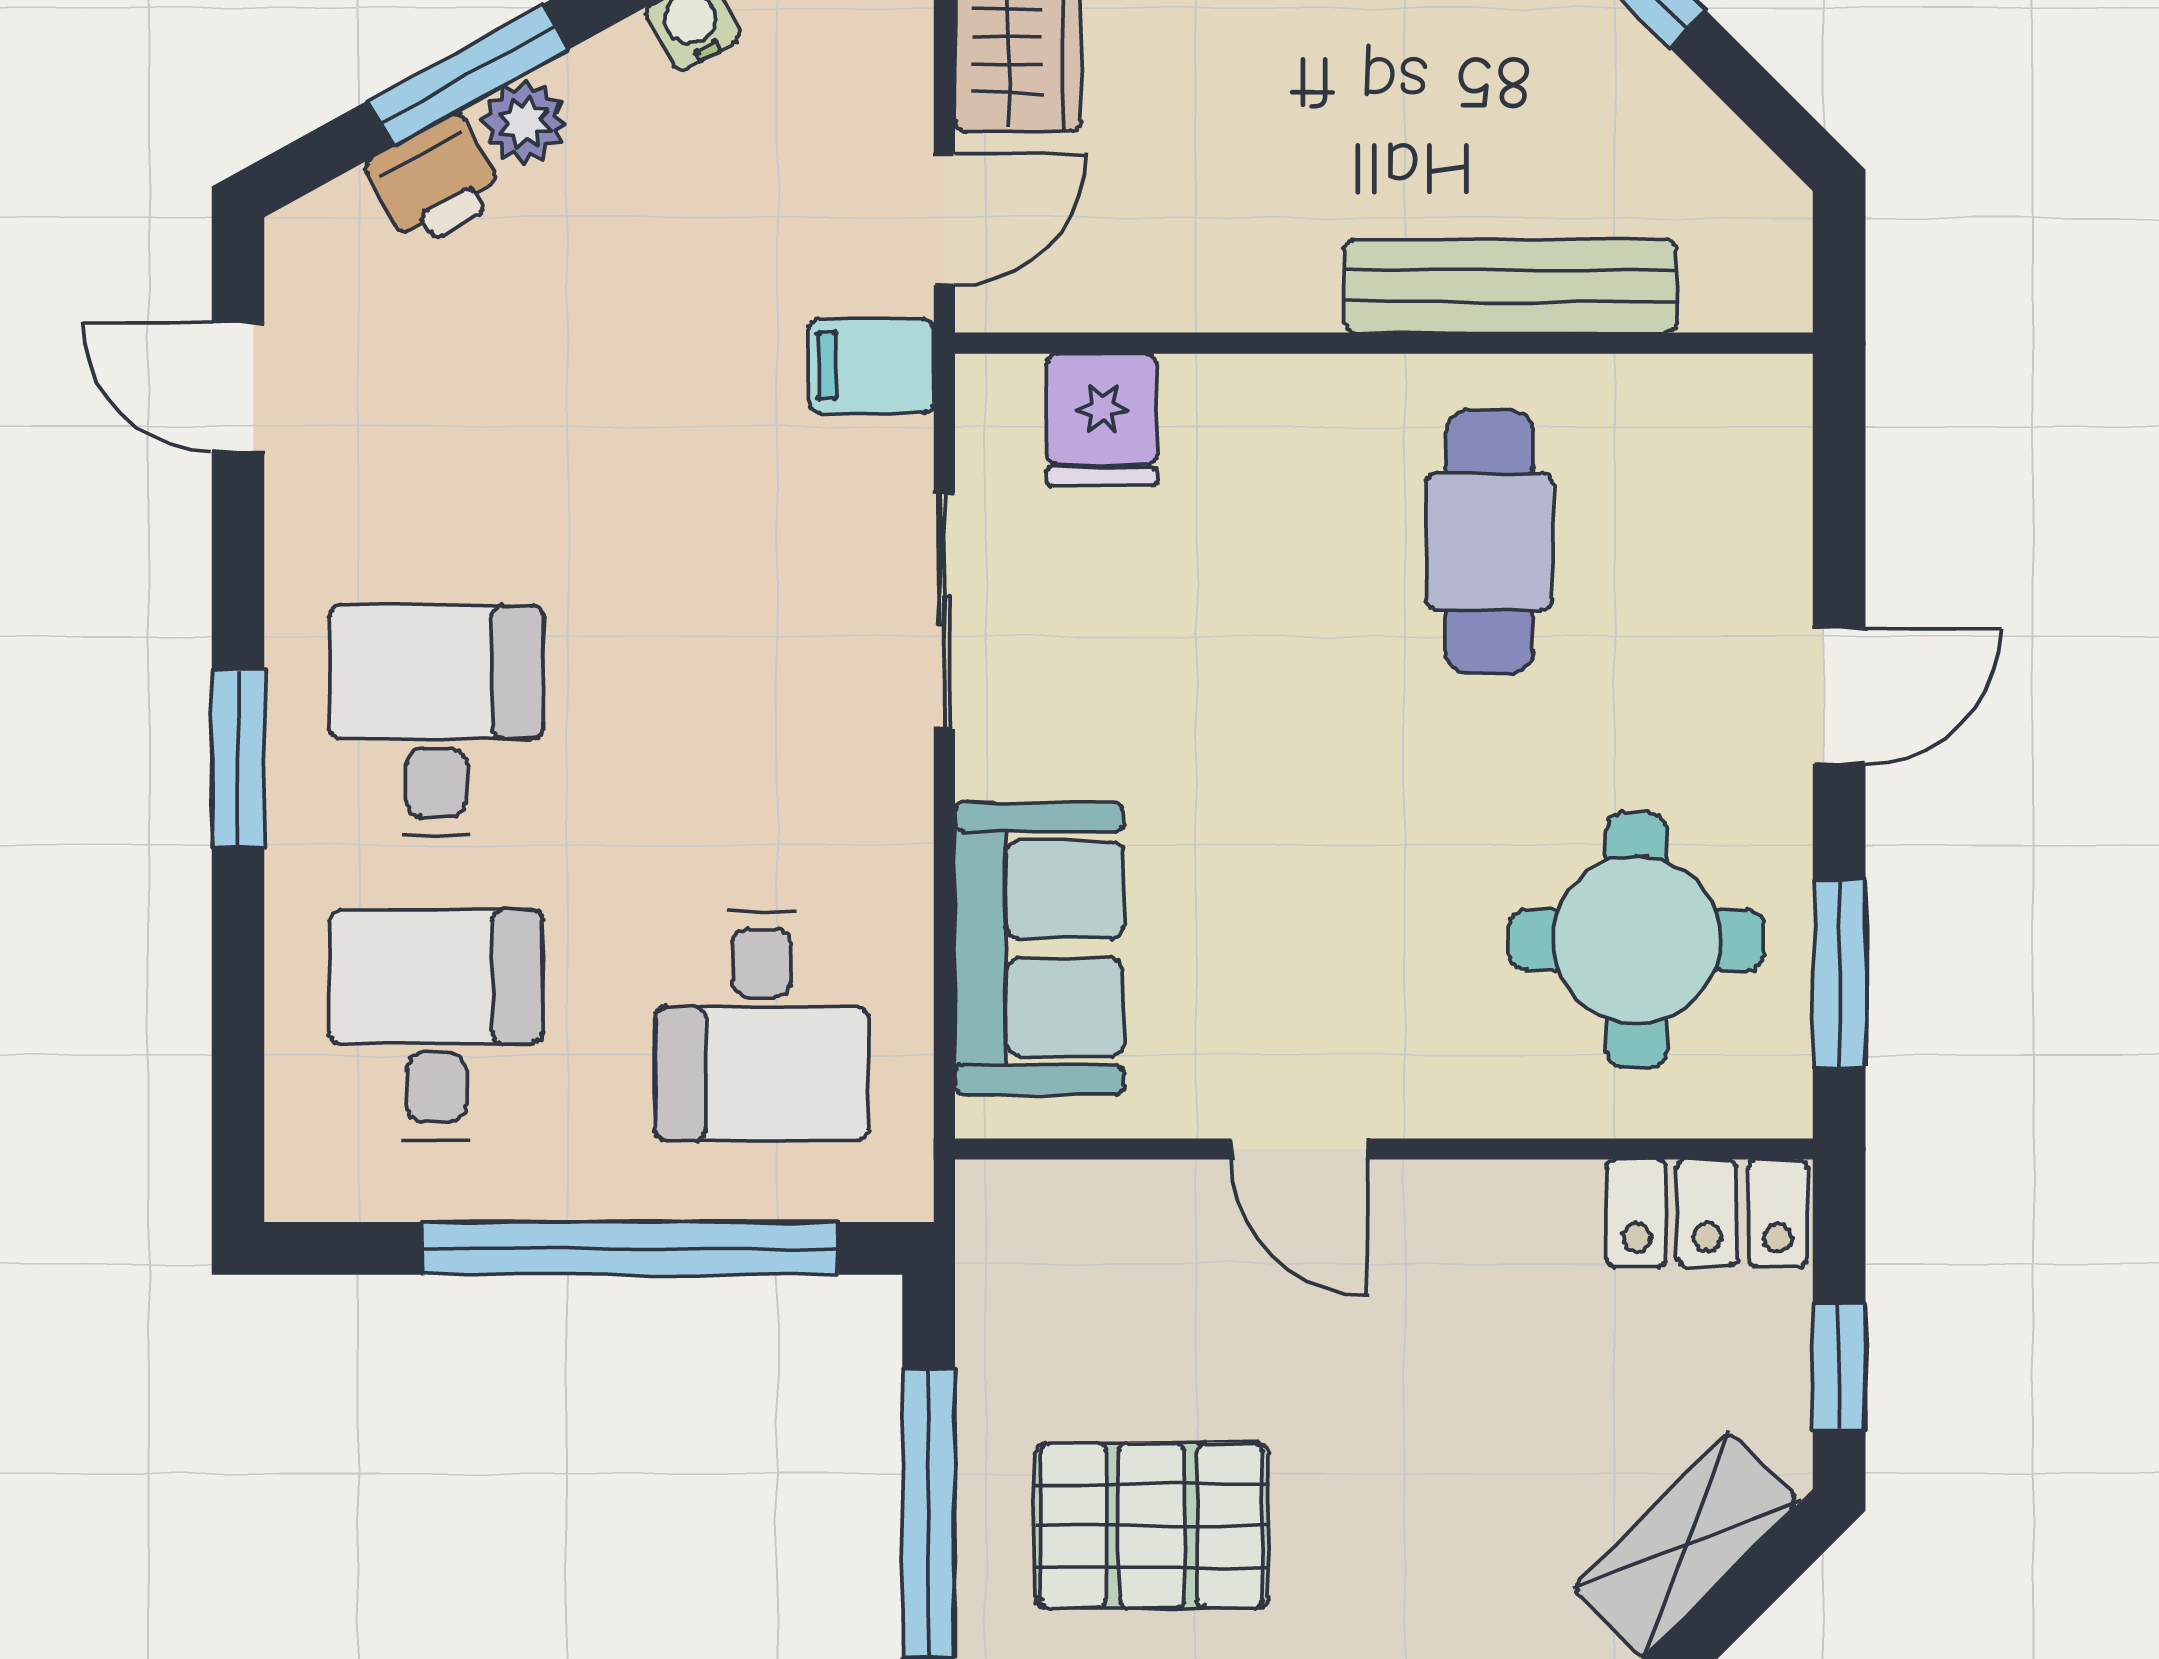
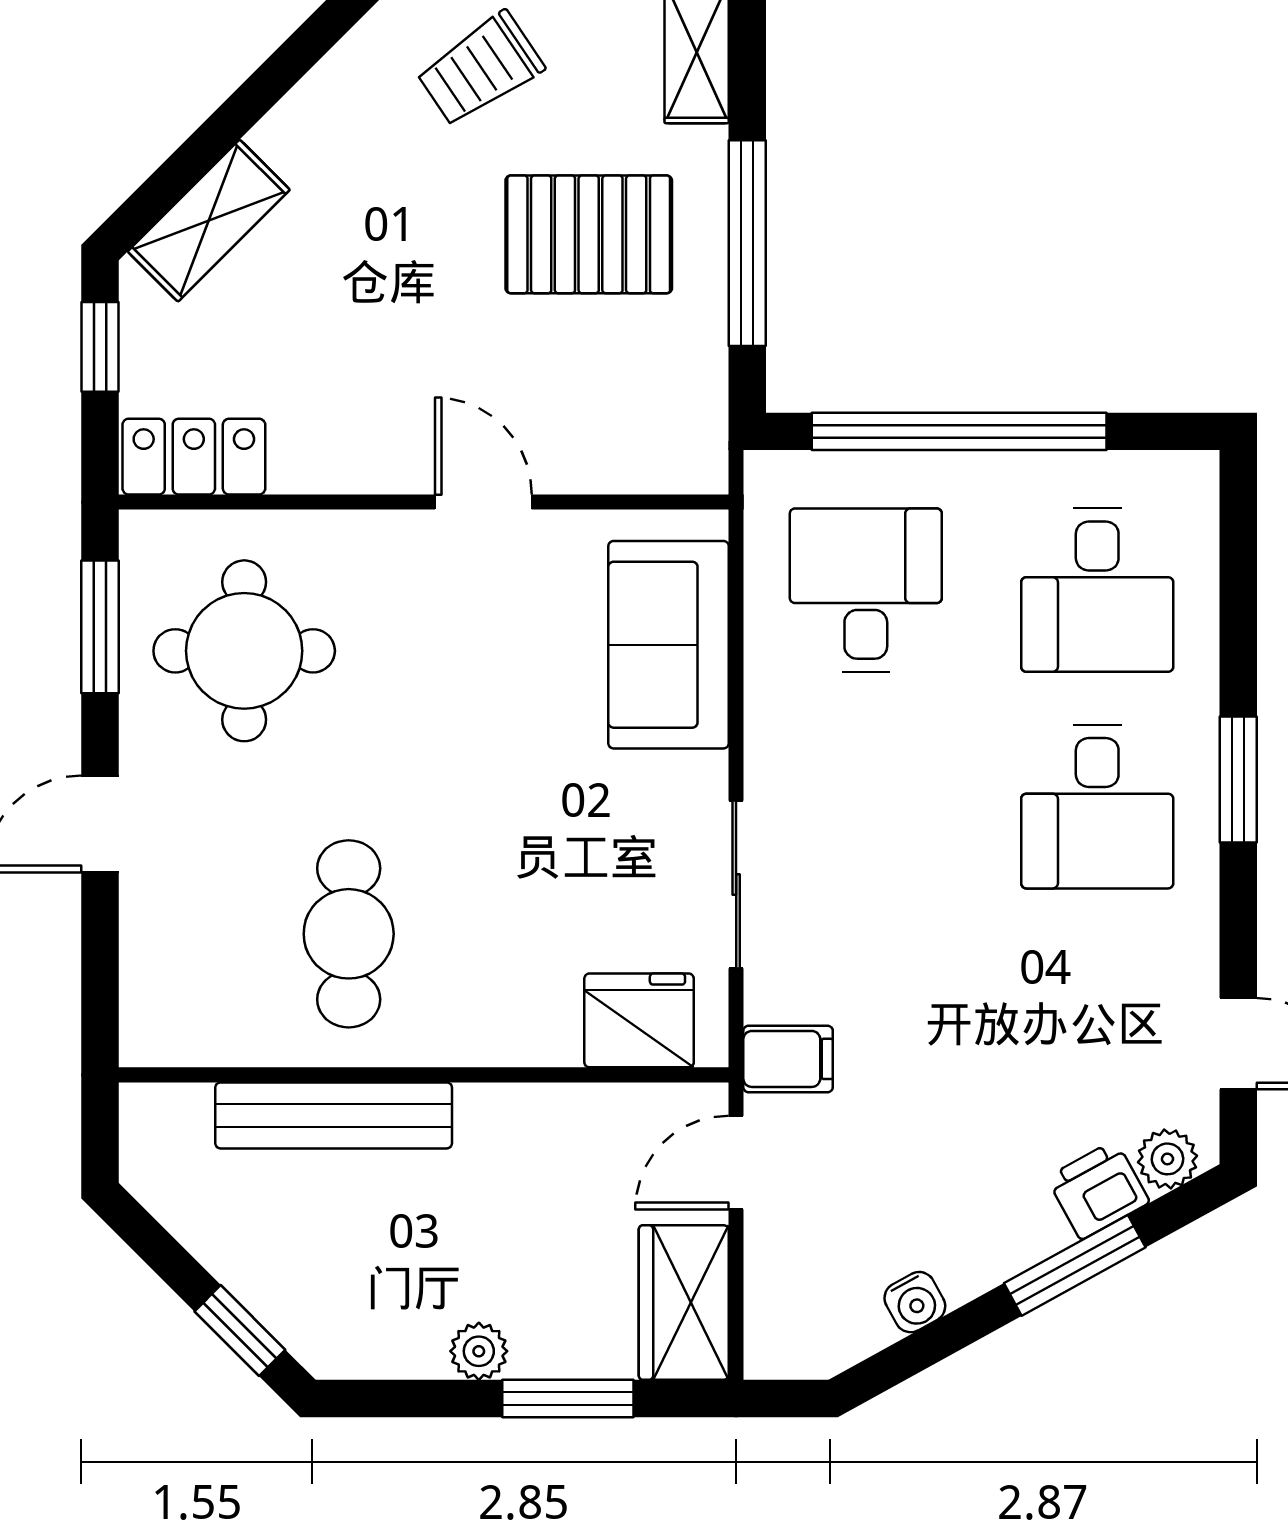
plant: (524, 122) -> (1167, 1159), moved
fridge: (1102, 420) -> (639, 1020), width x1.38

